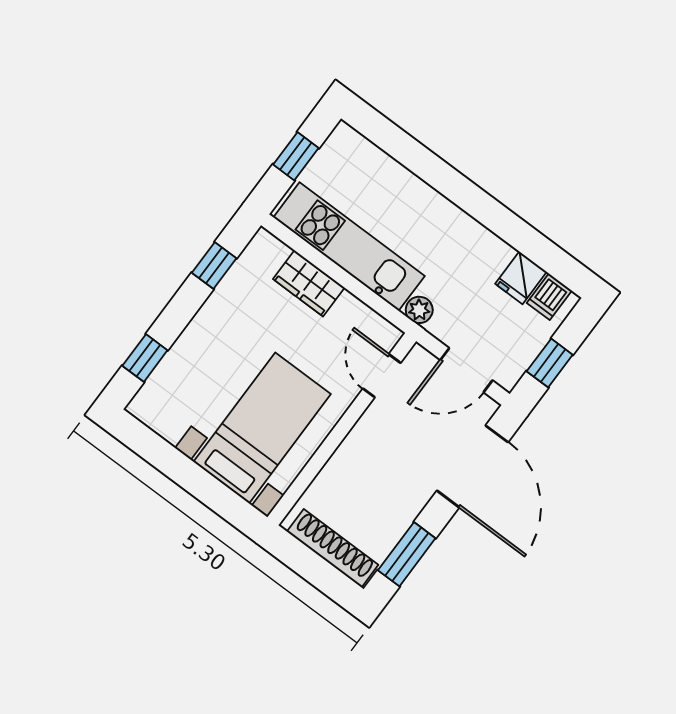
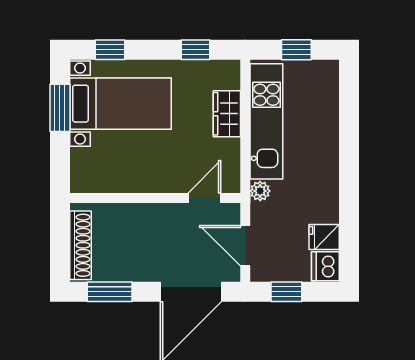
dishwasher: (549, 297) -> (325, 266), width x1.38
bed with nightstands: (262, 428) -> (120, 104), moved
window: (167, 459) -> (60, 108), added

